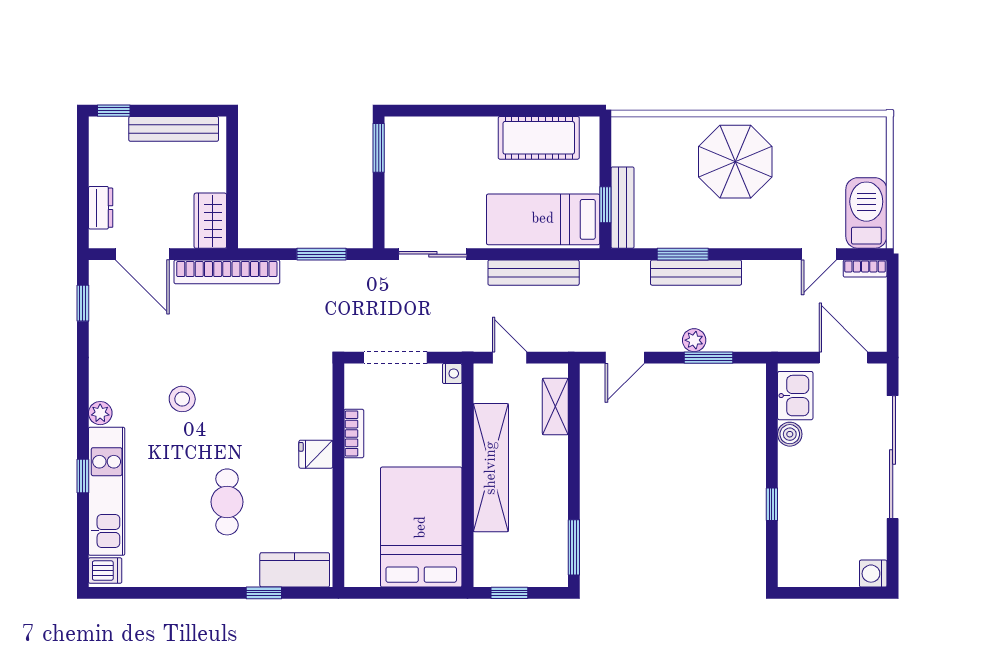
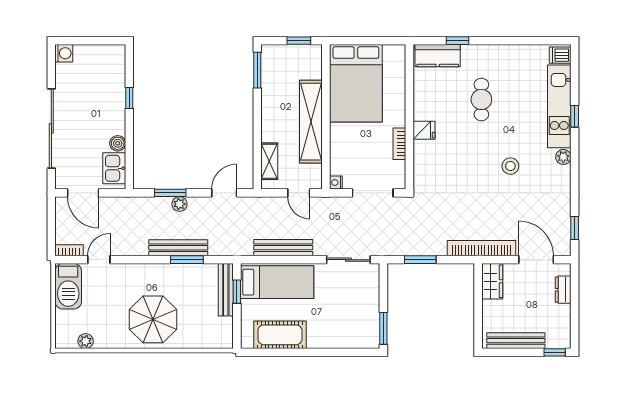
plant: (839, 128) -> (86, 341), added

